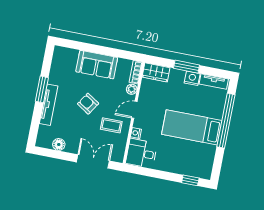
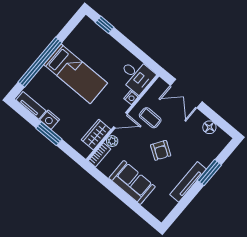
wardrobe: (156, 72) -> (96, 135), moved, turned -90
window: (42, 89) -> (209, 173), moved
tv unit: (49, 105) -> (188, 182), moved

